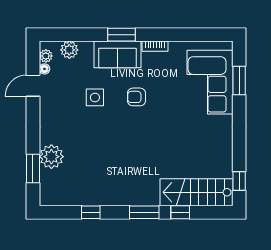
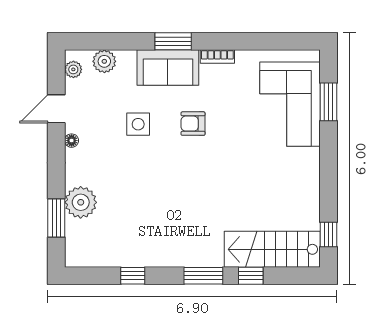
floor lamp: (44, 69) -> (72, 141), moved

